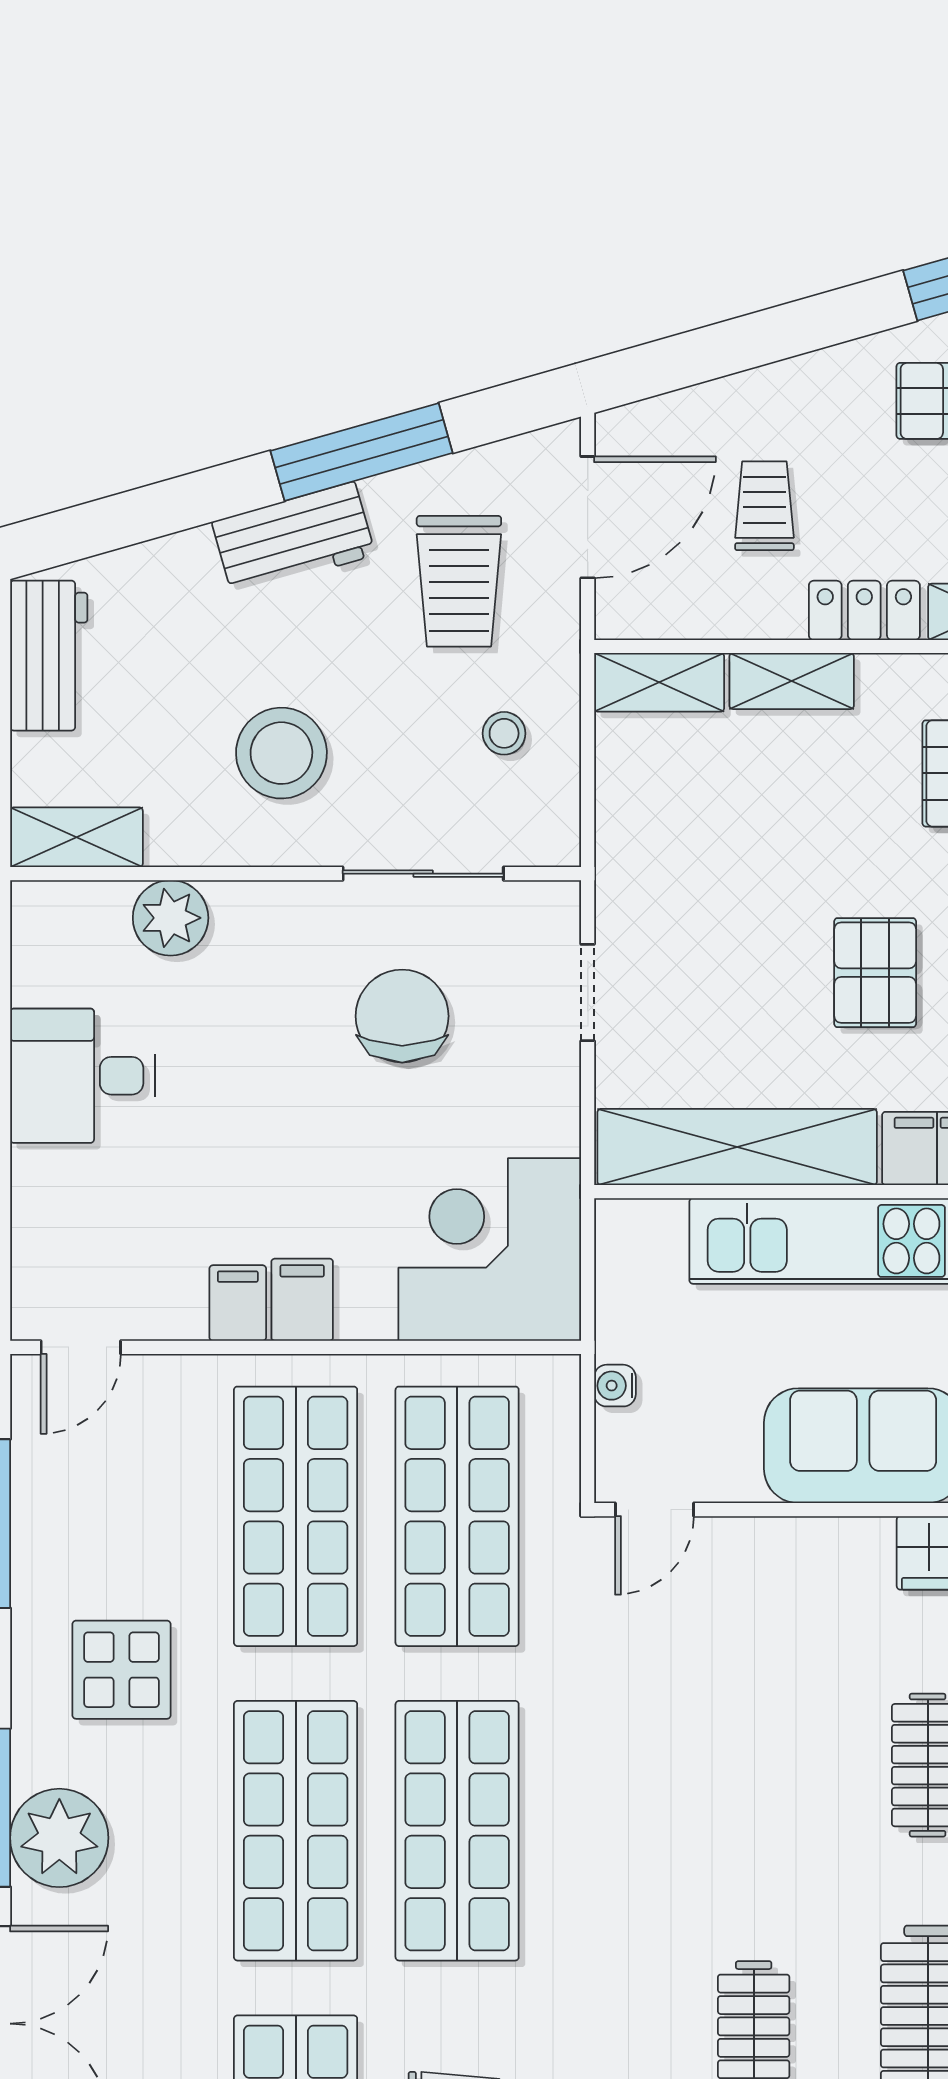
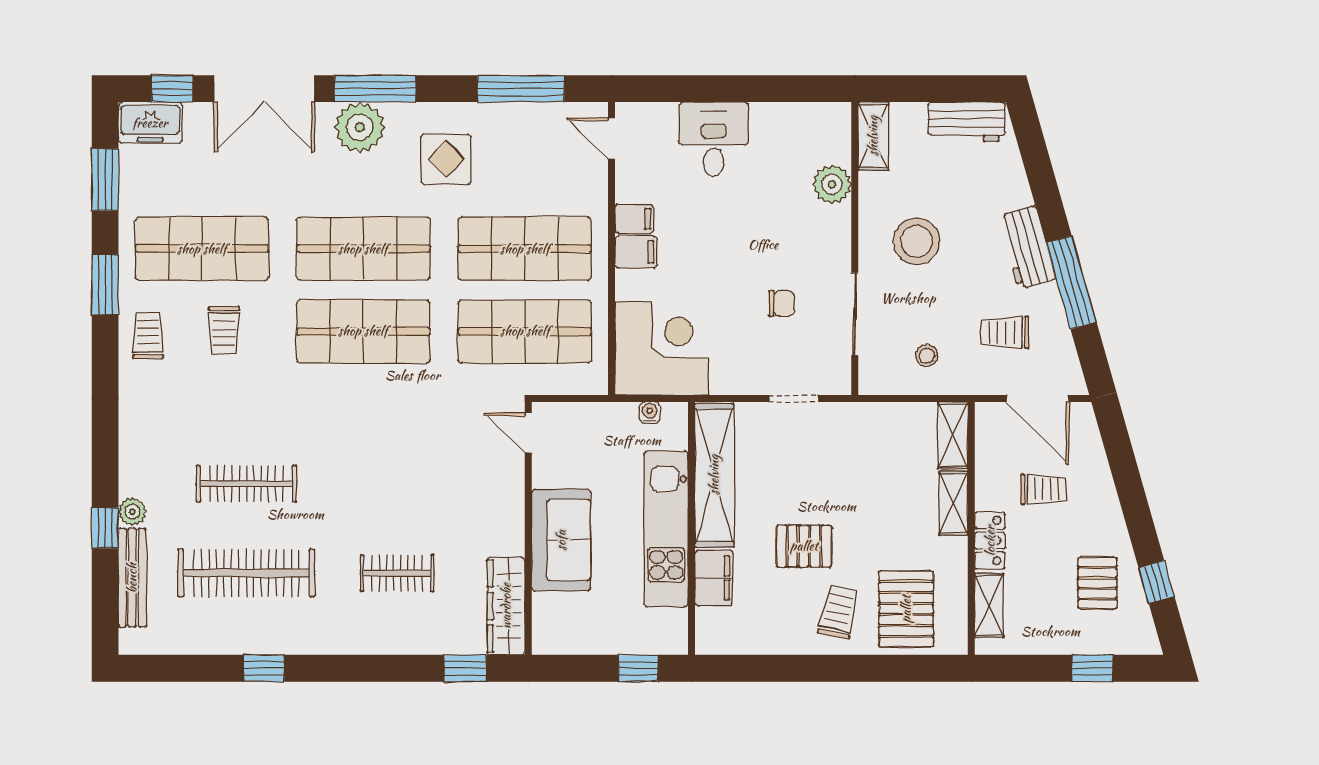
trolley: (459, 581) -> (1005, 332), width x0.73, depth x0.72
chair: (402, 1016) -> (782, 303), width x0.54, depth x0.54
desk: (82, 1076) -> (714, 139), moved
water cooler: (615, 1386) -> (650, 413), moved

